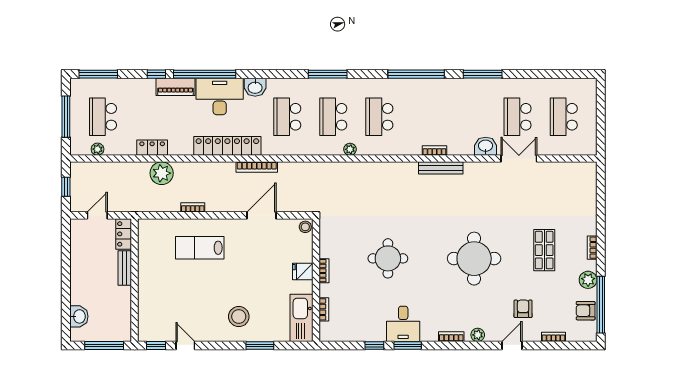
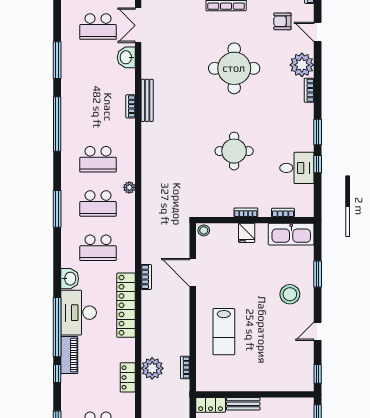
bookcase: (257, 167) -> (146, 277), width x0.64
bookcase: (193, 207) -> (185, 367), moved
desk: (403, 324) -> (297, 168), moved
plant: (478, 335) -> (302, 65), width x1.88, depth x1.88
door: (185, 346) -> (318, 331), moved

